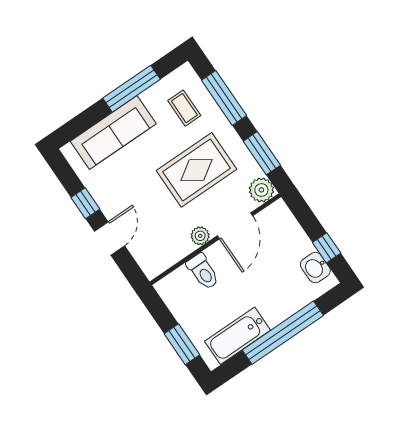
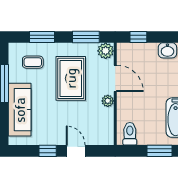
window: (224, 98) -> (42, 37), width x0.69
window: (327, 248) -> (138, 37), moved
toilet: (203, 272) -> (130, 134), moved, turned -90

